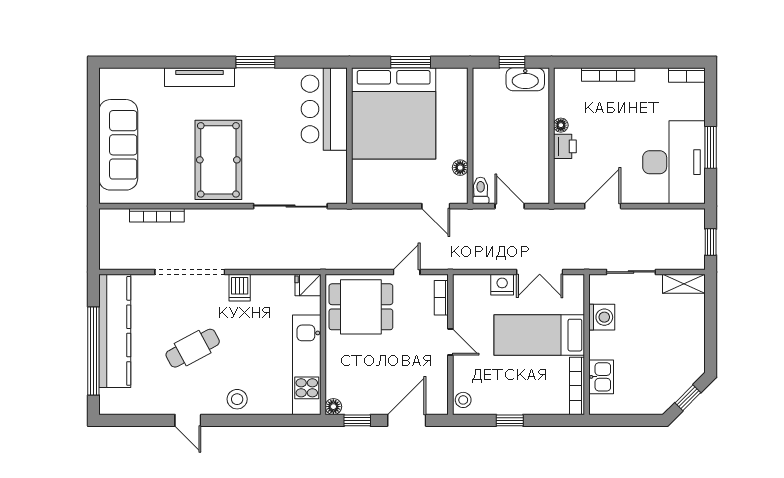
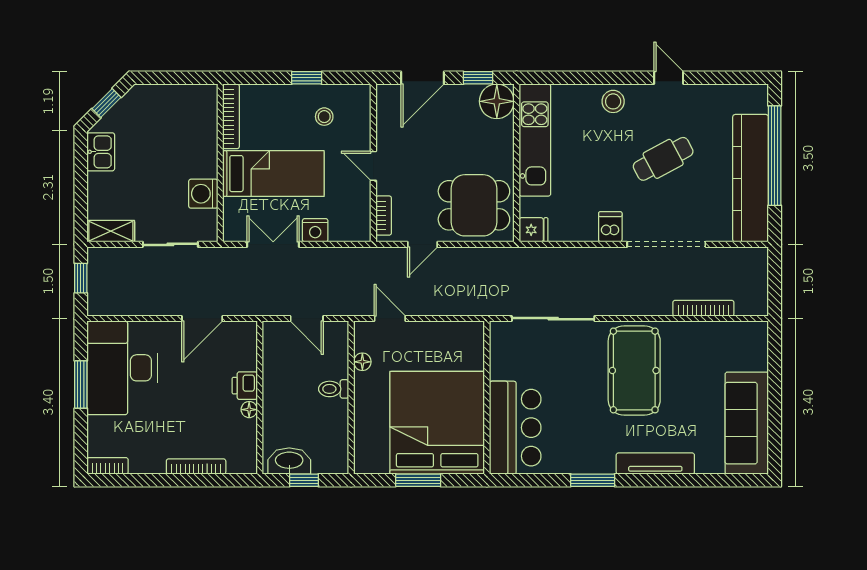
sofa: (118, 145) -> (747, 423), moved
toilet: (481, 191) -> (334, 389), moved, turned 90
kitchen sink: (601, 377) -> (101, 152), moved, turned 180
stool: (463, 400) -> (324, 117), moved
floor lamp: (333, 407) -> (497, 101), width x1.89, depth x1.89

